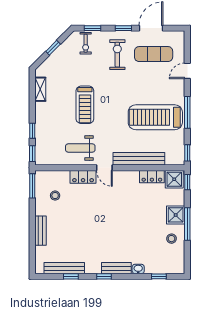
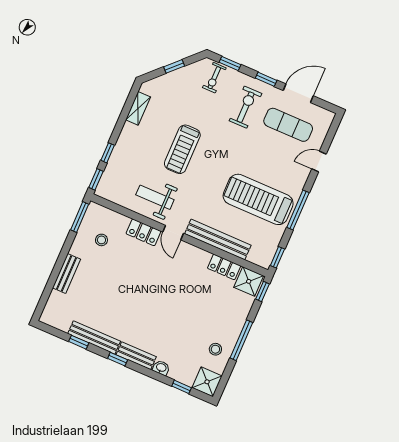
shower: (176, 215) -> (207, 382), moved
bench: (64, 268) -> (94, 337), moved

